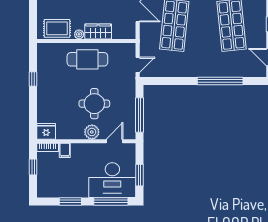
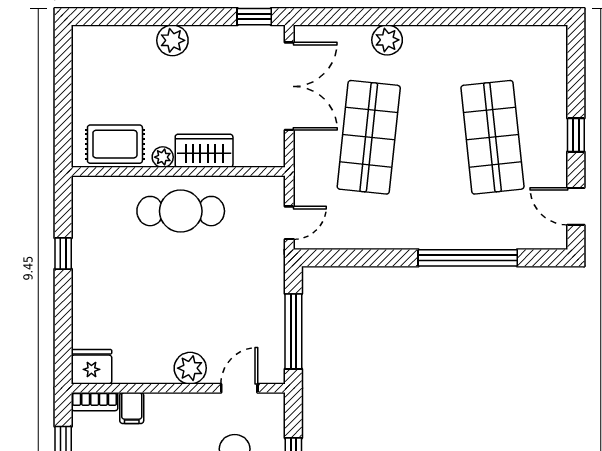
round table: (94, 104) -> (196, 307), removed

